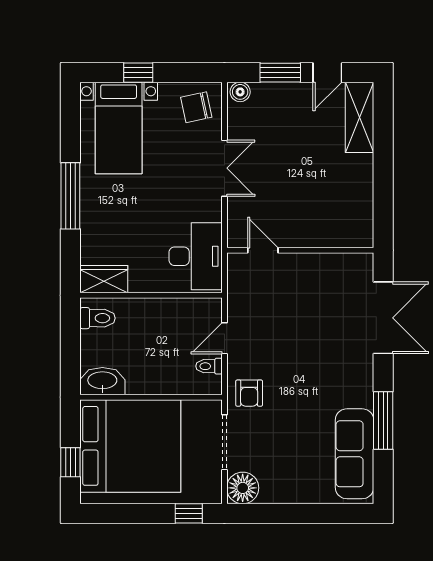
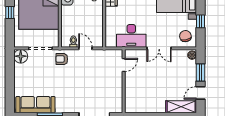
window: (138, 73) -> (200, 21), moved
door: (327, 73) -> (200, 93), hinge flipped
desk: (196, 256) -> (131, 36), moved
window: (189, 513) -> (10, 13), moved

